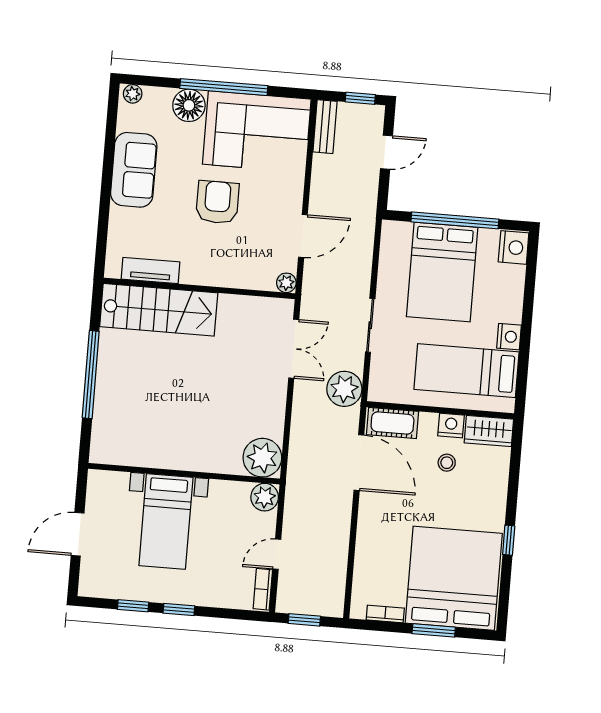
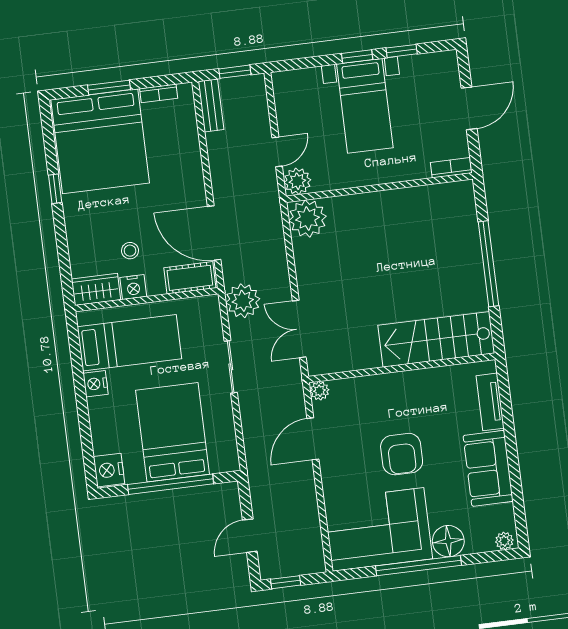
bench: (325, 127) -> (211, 105), moved
tv unit: (151, 270) -> (490, 402), moved, turned 90
bed with nightstands: (166, 521) -> (365, 106), moved, turned 180
door: (277, 554) -> (277, 152), moved
bookcase: (263, 589) -> (451, 168), moved, turned -90

